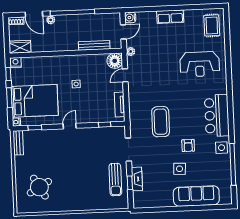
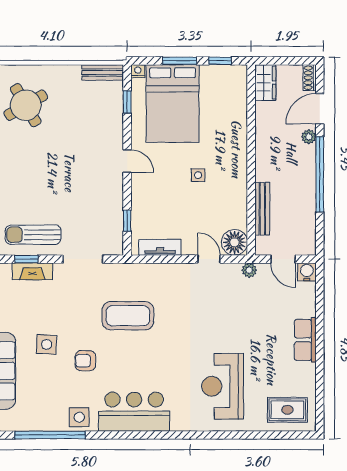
nightstand: (15, 63) -> (239, 74), removed

